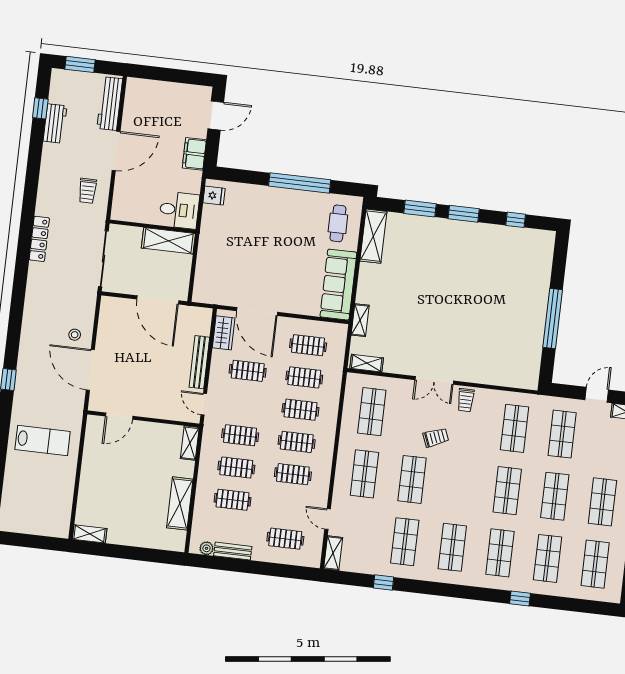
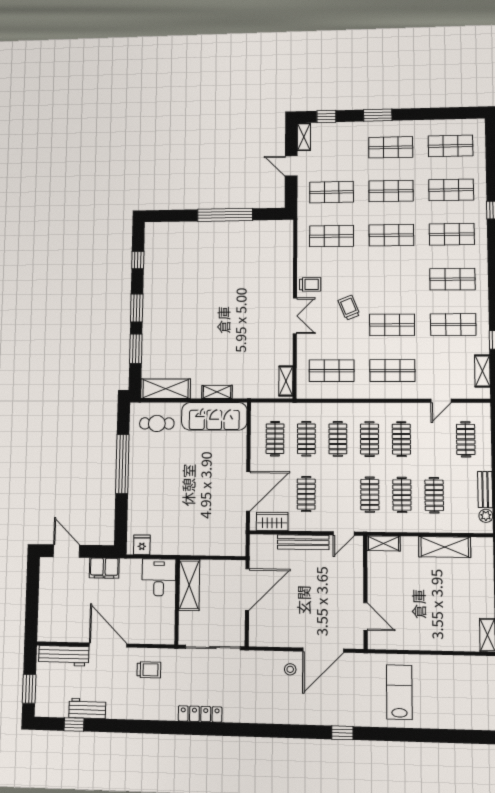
shelving: (360, 320) -> (217, 392), moved
shelving: (333, 553) -> (482, 371), moved, turned 90

